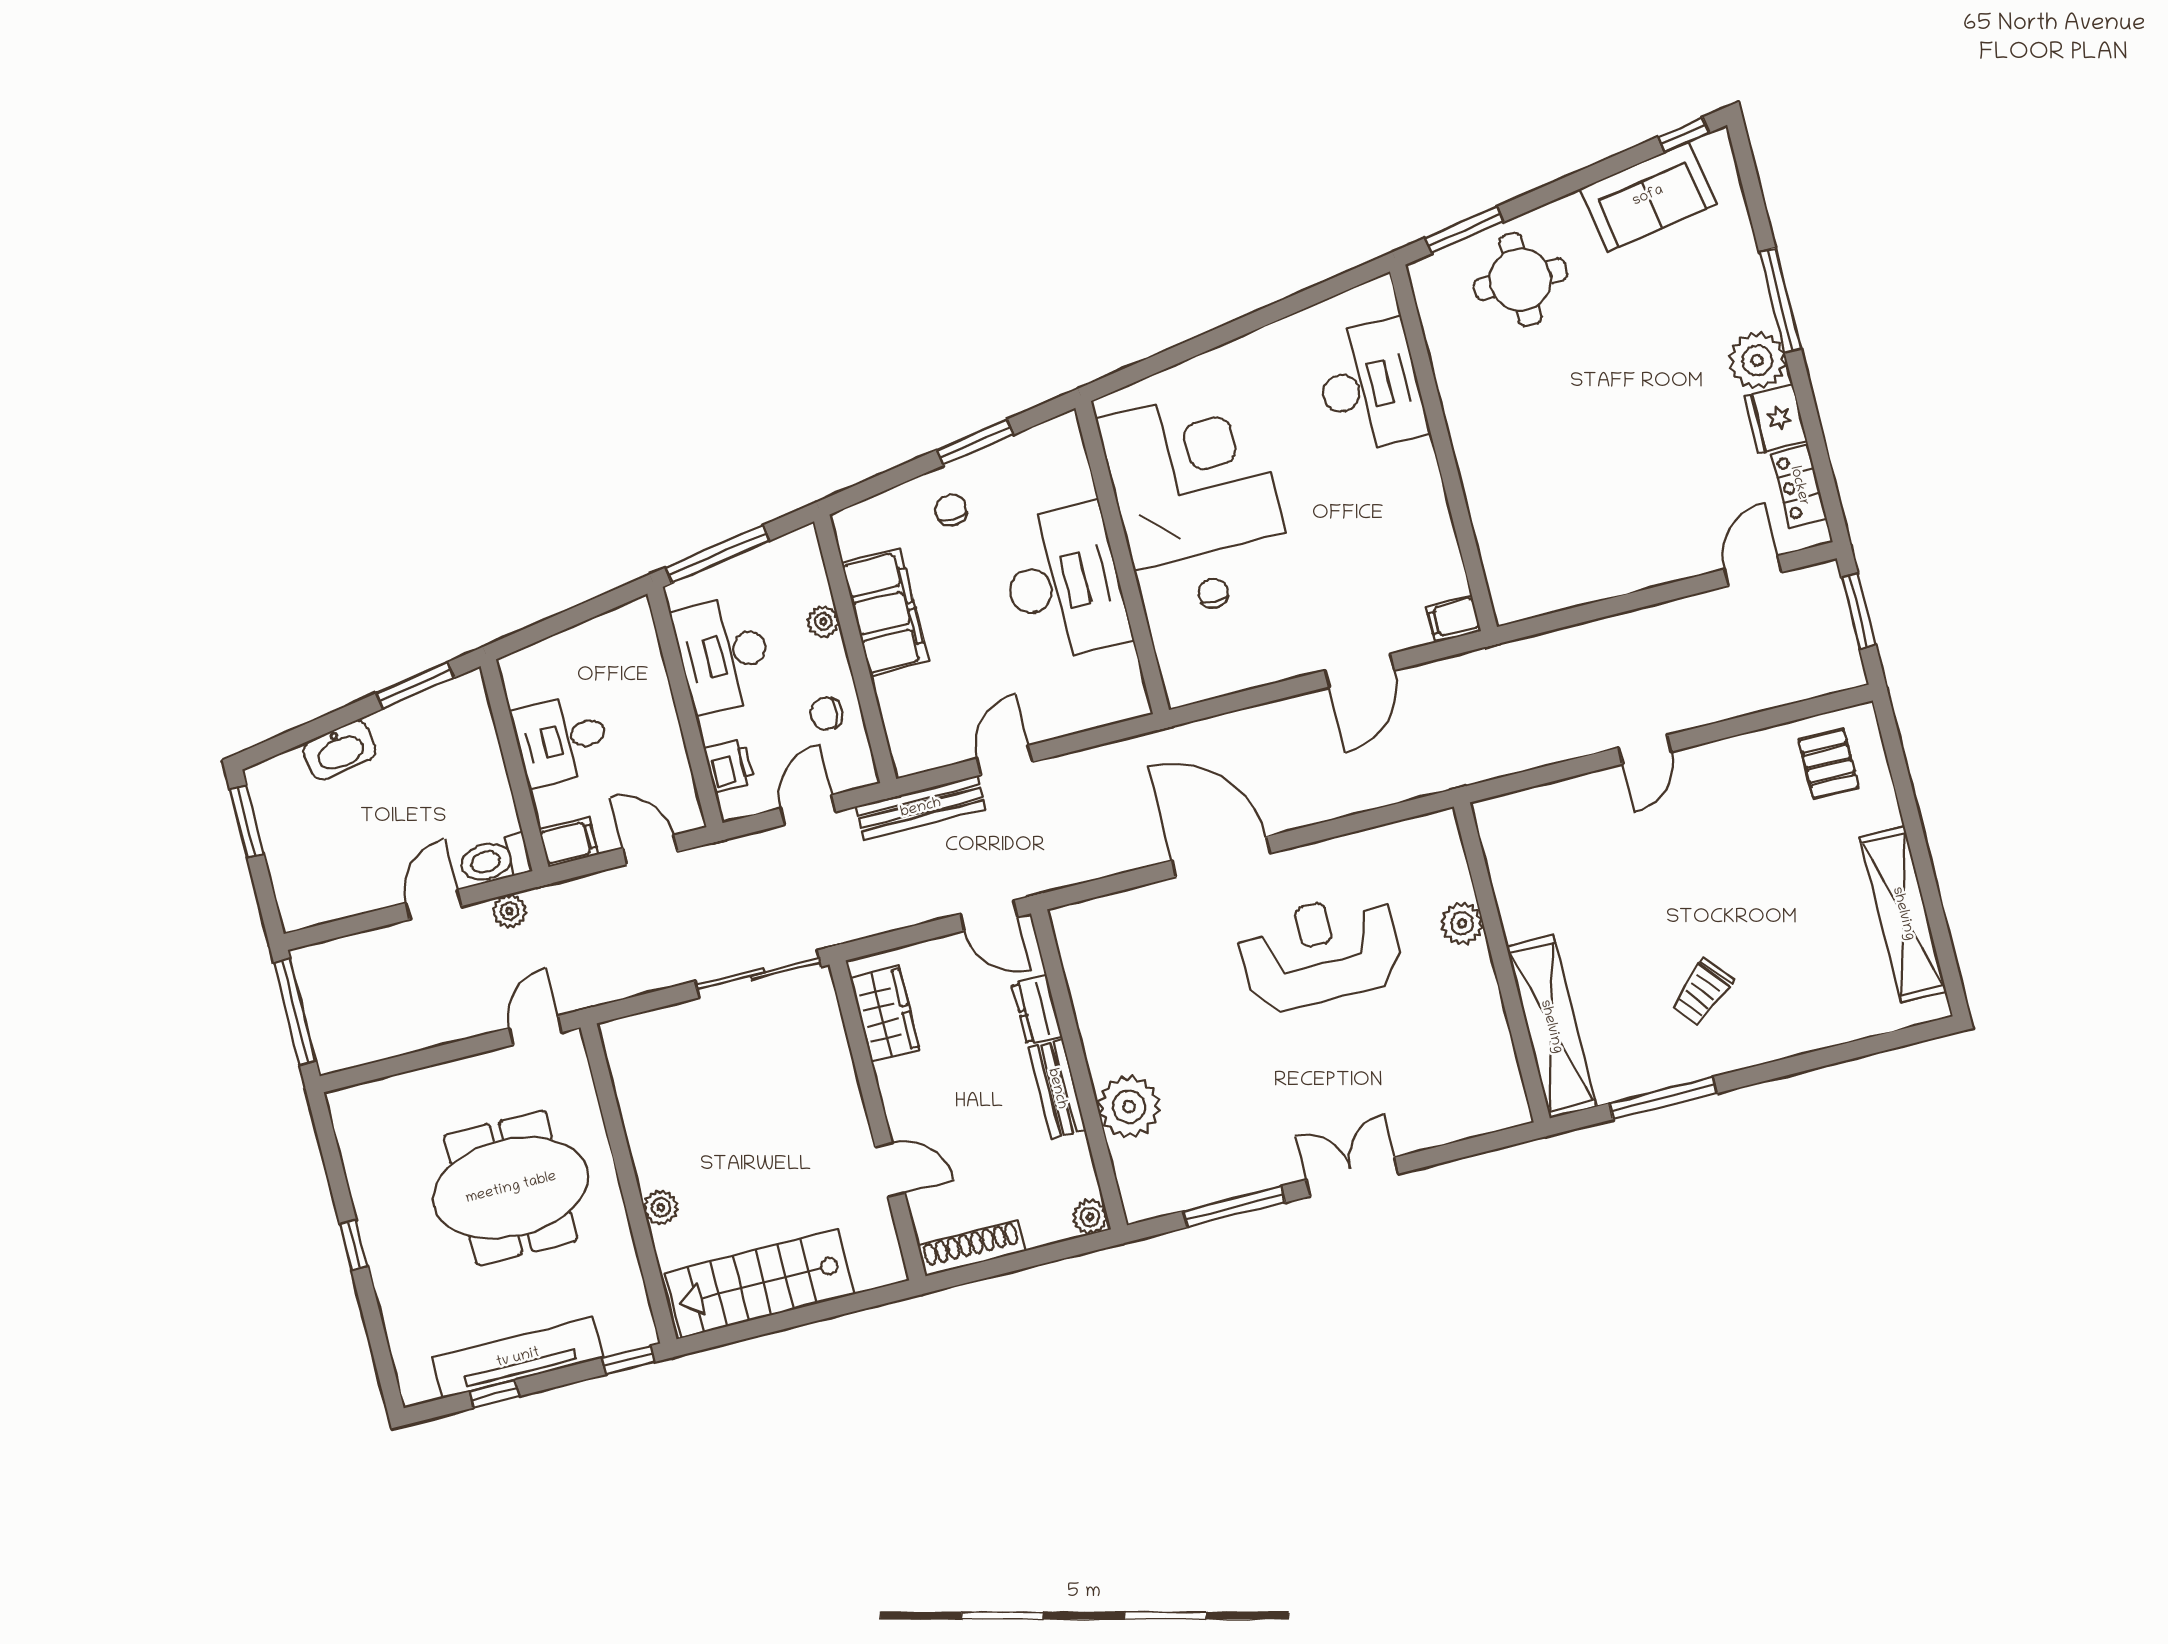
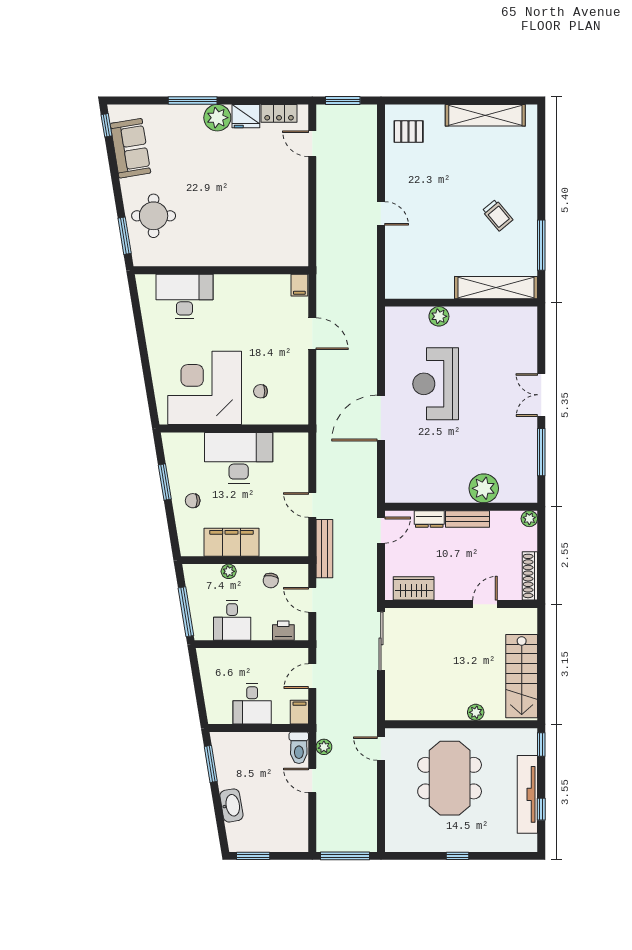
desk: (724, 654) -> (232, 620), width x0.73

